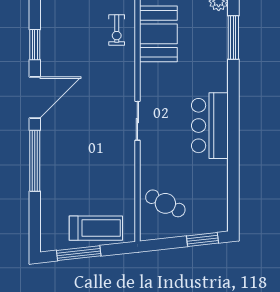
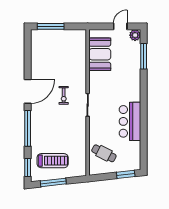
exercise bike: (117, 30) -> (64, 95), moved
window: (35, 45) -> (28, 167), moved
bar counter: (210, 126) -> (130, 121), moved
treadmill: (96, 228) -> (53, 161), moved

